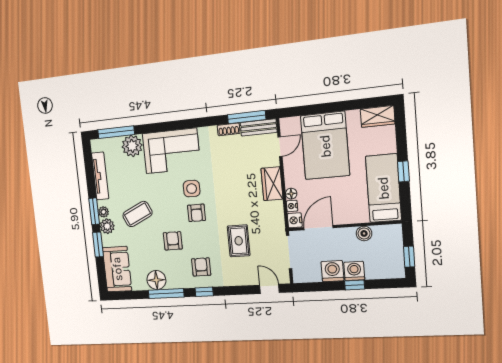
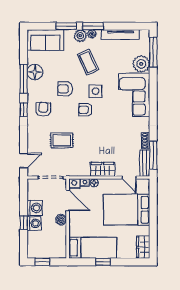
side table: (192, 189) -> (95, 91), moved
boiler: (364, 233) -> (61, 220), moved
armchair: (173, 241) -> (65, 89), turned 180
armchair: (201, 267) -> (43, 109), turned -90

